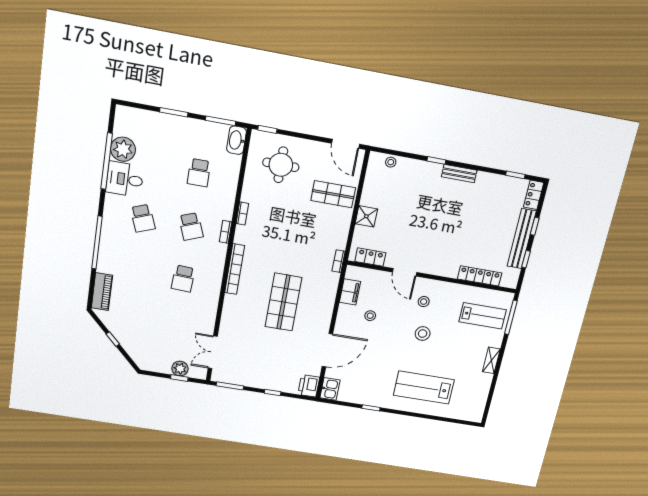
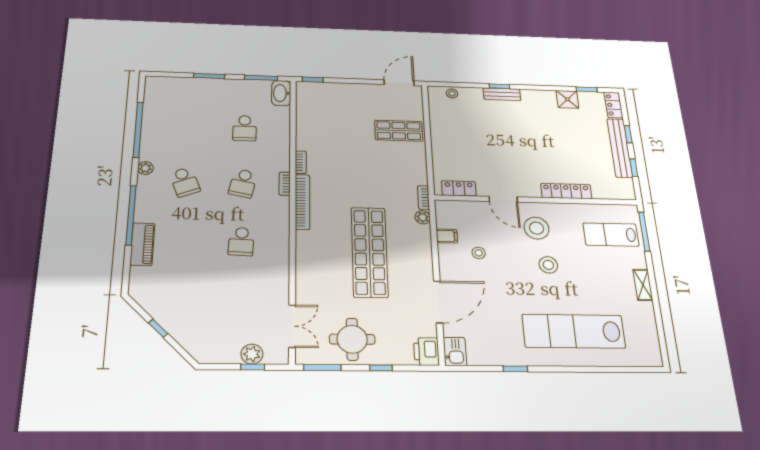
door: (346, 144) -> (399, 83), swing flipped
plant: (123, 149) -> (145, 168), moved, width x0.53, depth x0.53
round table: (281, 165) -> (352, 339), moved
bench: (459, 174) -> (502, 94), moved
desk: (125, 179) -> (160, 145), removed
shower: (366, 216) -> (567, 99), moved
school desk: (191, 227) -> (243, 183), turned 33
bookcase: (235, 269) -> (302, 202), moved
locker: (480, 276) -> (566, 191), moved
plant: (333, 279) -> (423, 217), added
piano: (102, 292) -> (142, 244), moved
filing cabinet: (350, 292) -> (447, 236), width x0.50
shop shelf: (283, 302) -> (369, 252), width x1.40
stool: (424, 302) -> (536, 228), width x1.89, depth x1.89
lab bench: (483, 316) -> (611, 235), turned 180
double door: (213, 352) -> (292, 326), swing flipped
lab bench: (424, 387) -> (574, 331), width x1.36

